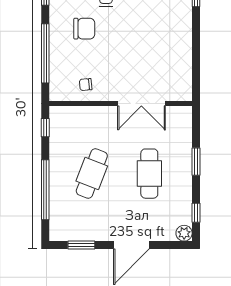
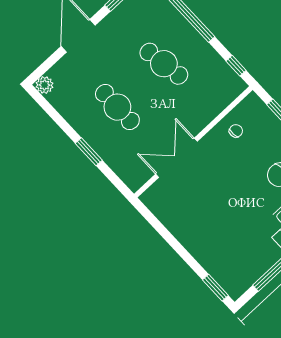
cafe table: (92, 174) -> (164, 64), turned -30
window: (196, 213) -> (50, 110), removed

